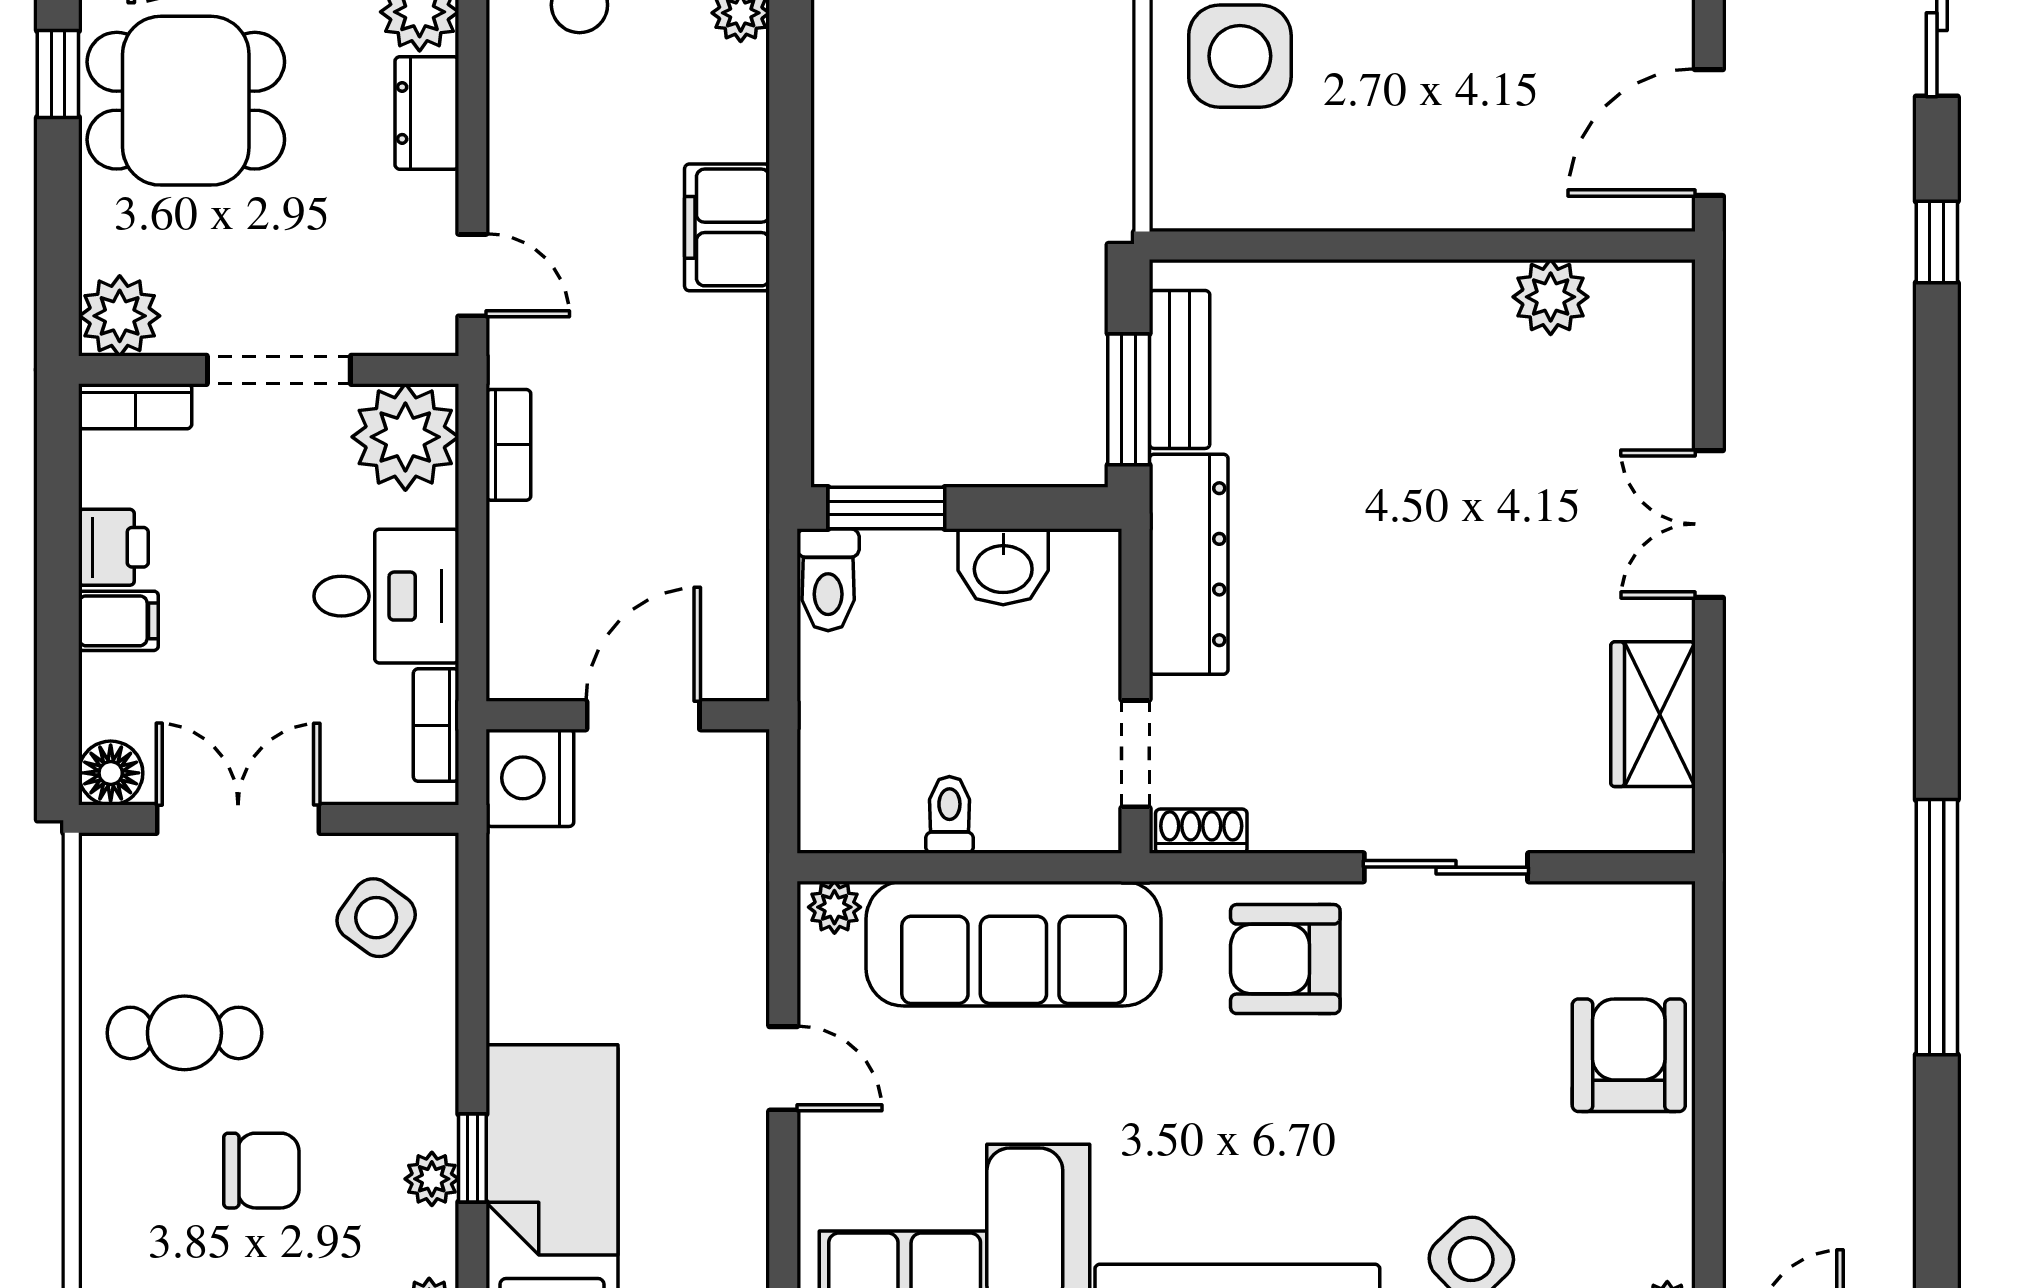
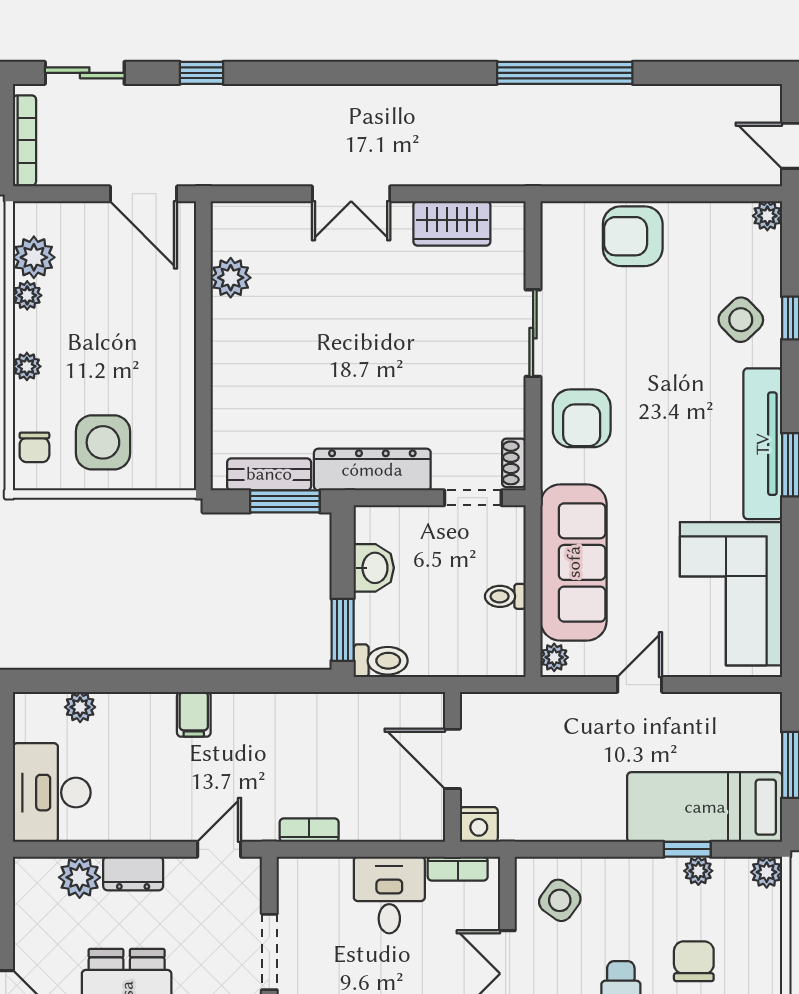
filing cabinet: (727, 227) -> (194, 714), width x0.50
plant: (405, 437) -> (305, 885), removed
nightstand: (530, 778) -> (479, 825), width x0.74, depth x0.75

